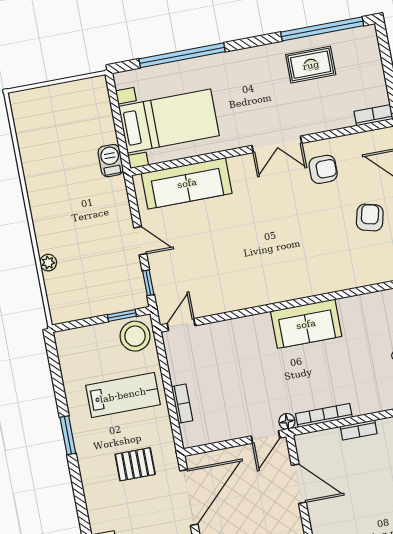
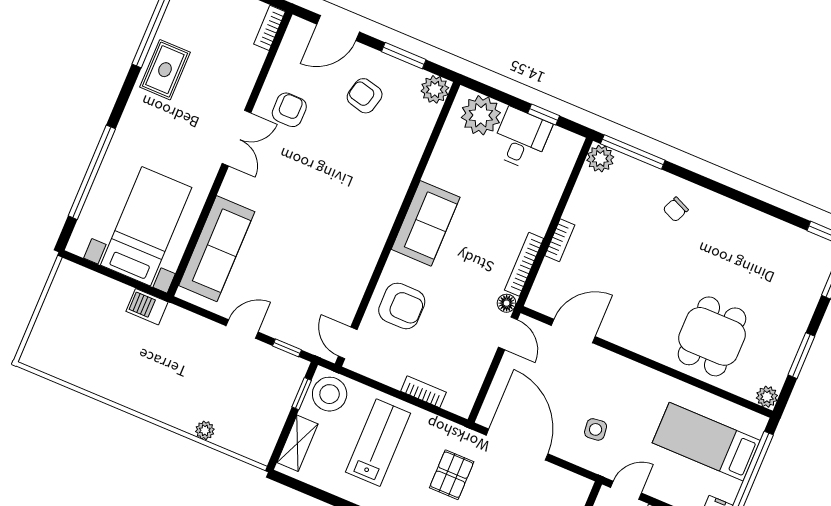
rug: (311, 65) -> (165, 70), moved
shelving: (84, 337) -> (298, 443), added
armchair: (234, 346) -> (402, 306), added

